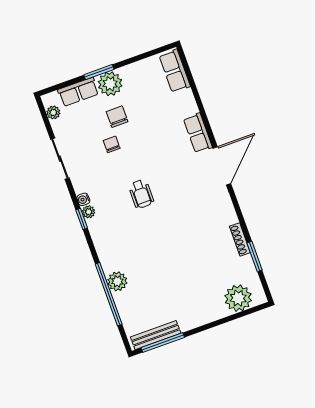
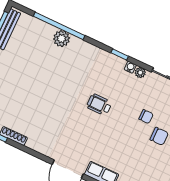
plant: (89, 212) -> (140, 73), moved

